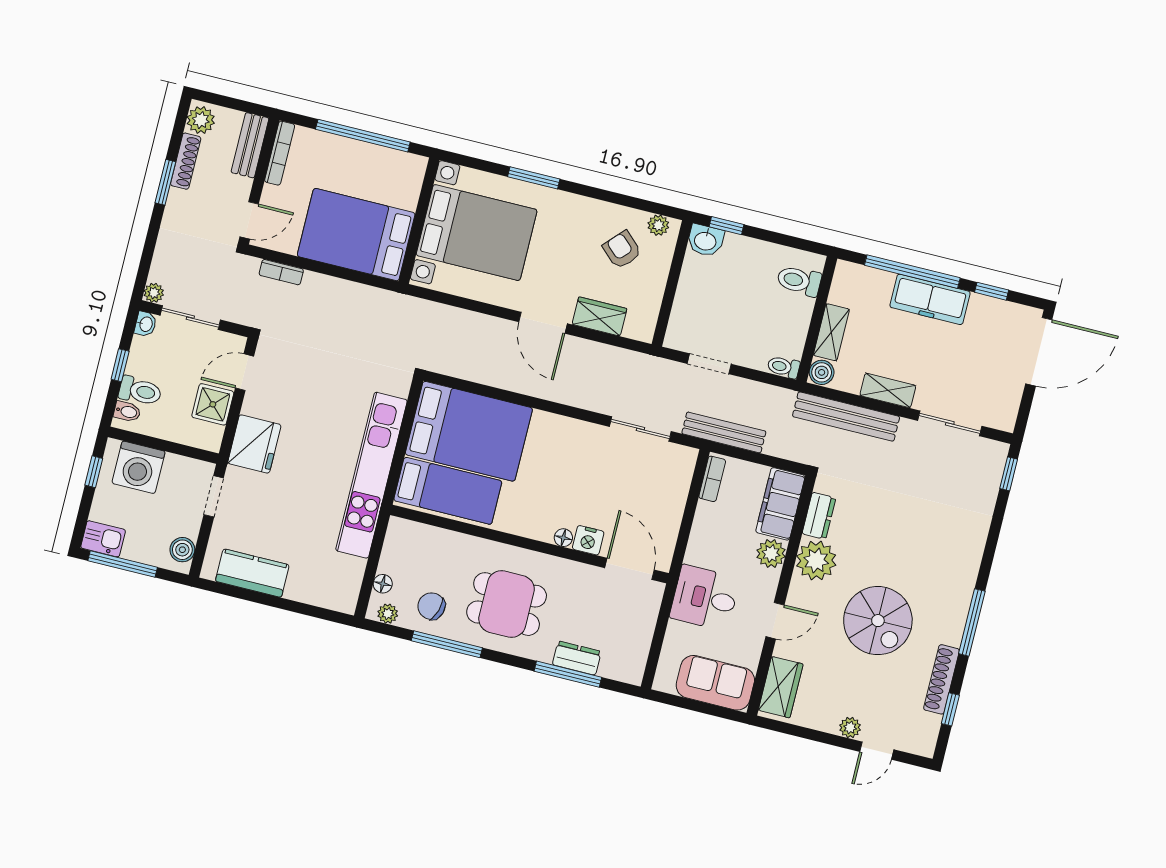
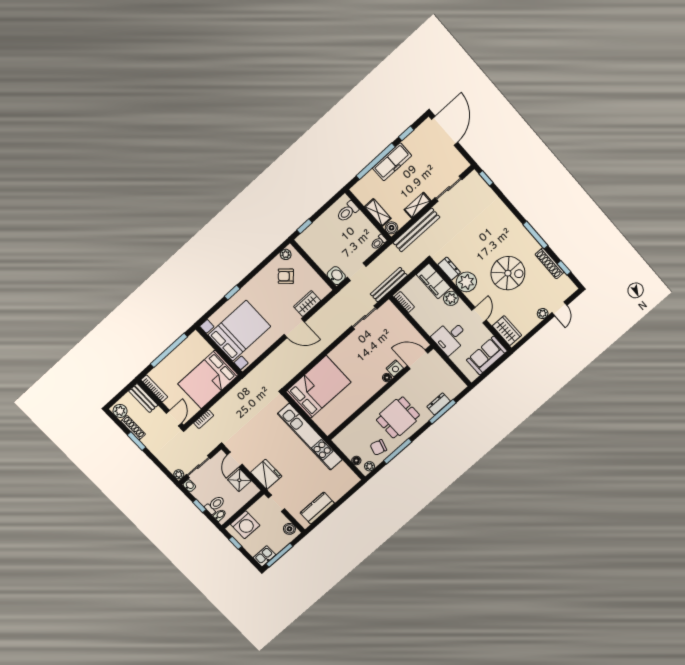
window: (534, 178) -> (232, 293), width x0.67
washbasin: (705, 240) -> (336, 276), moved, turned -90
bed: (448, 491) -> (337, 411), removed

